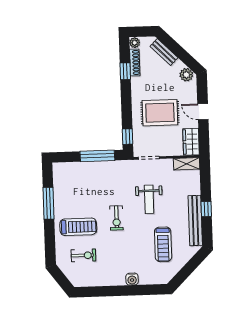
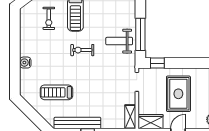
weight bench: (149, 199) -> (119, 41), moved

